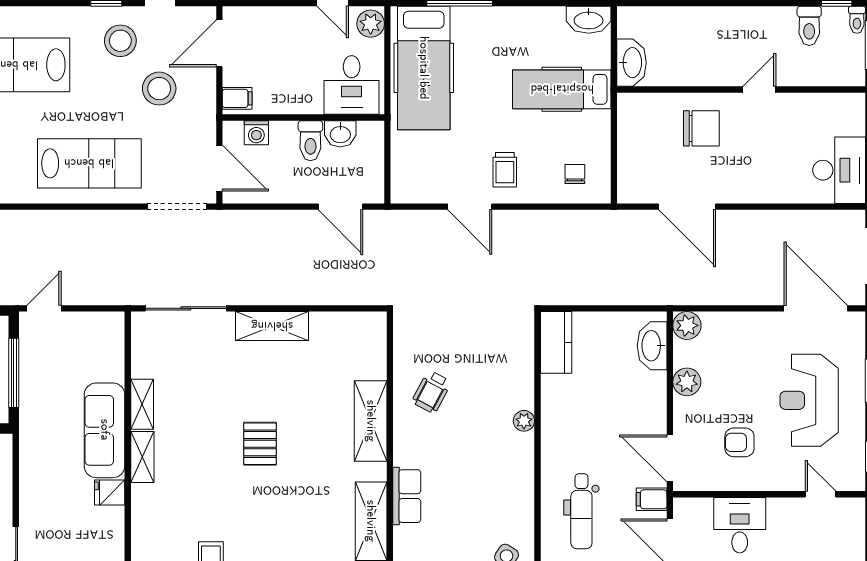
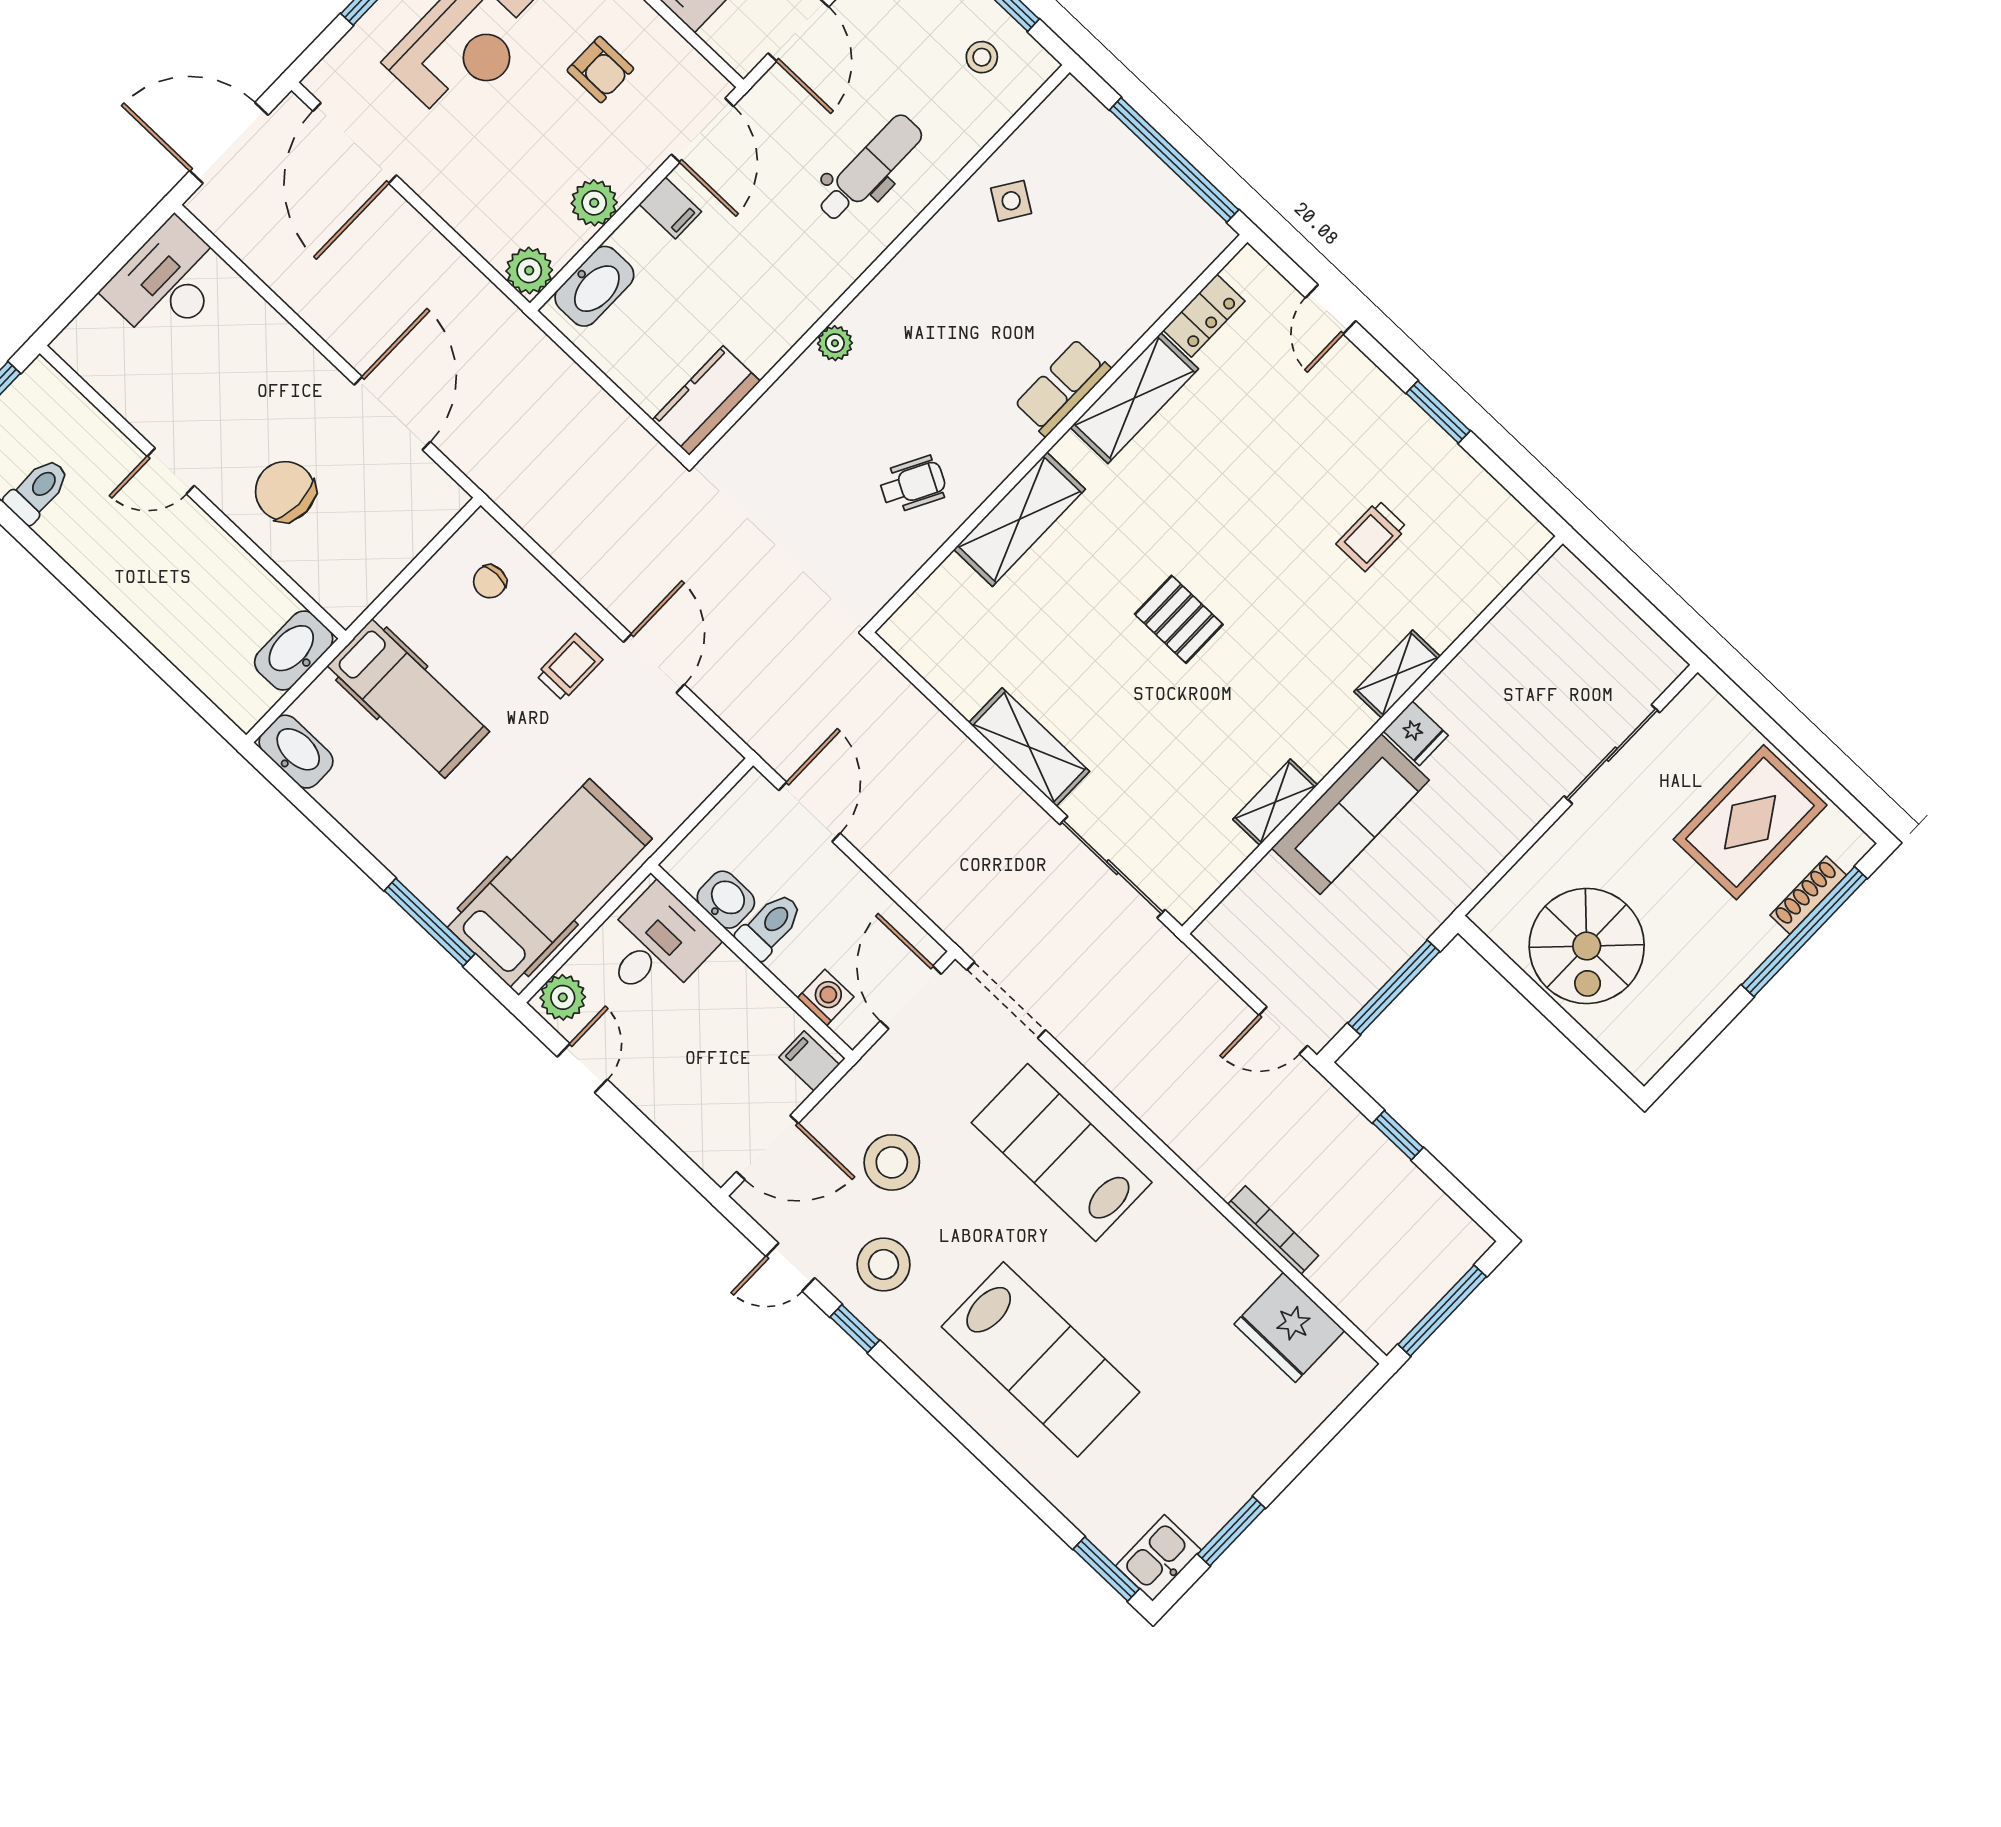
pallet: (260, 444) -> (1179, 619), turned 90
shelving: (142, 457) -> (1397, 674), moved
filing cabinet: (652, 499) -> (670, 208), moved

